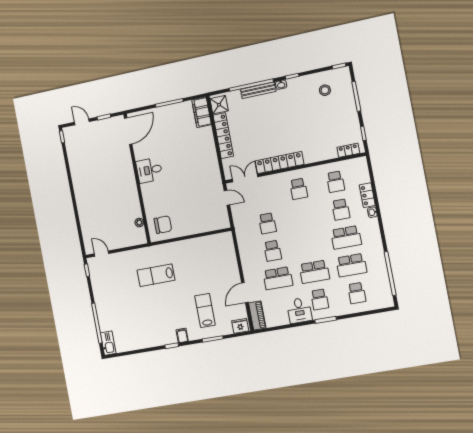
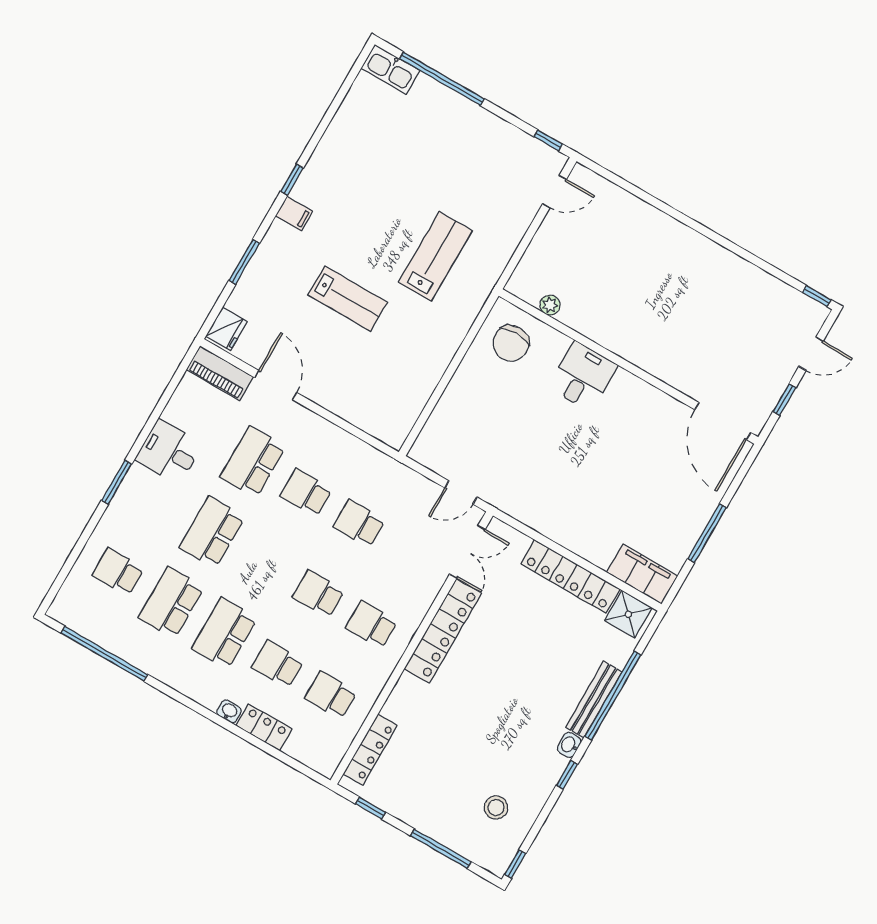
locker: (348, 150) -> (370, 750), width x1.53
desk: (149, 170) -> (583, 376), moved
school desk: (320, 299) -> (318, 594), moved
lab bench: (205, 310) -> (348, 299), moved

